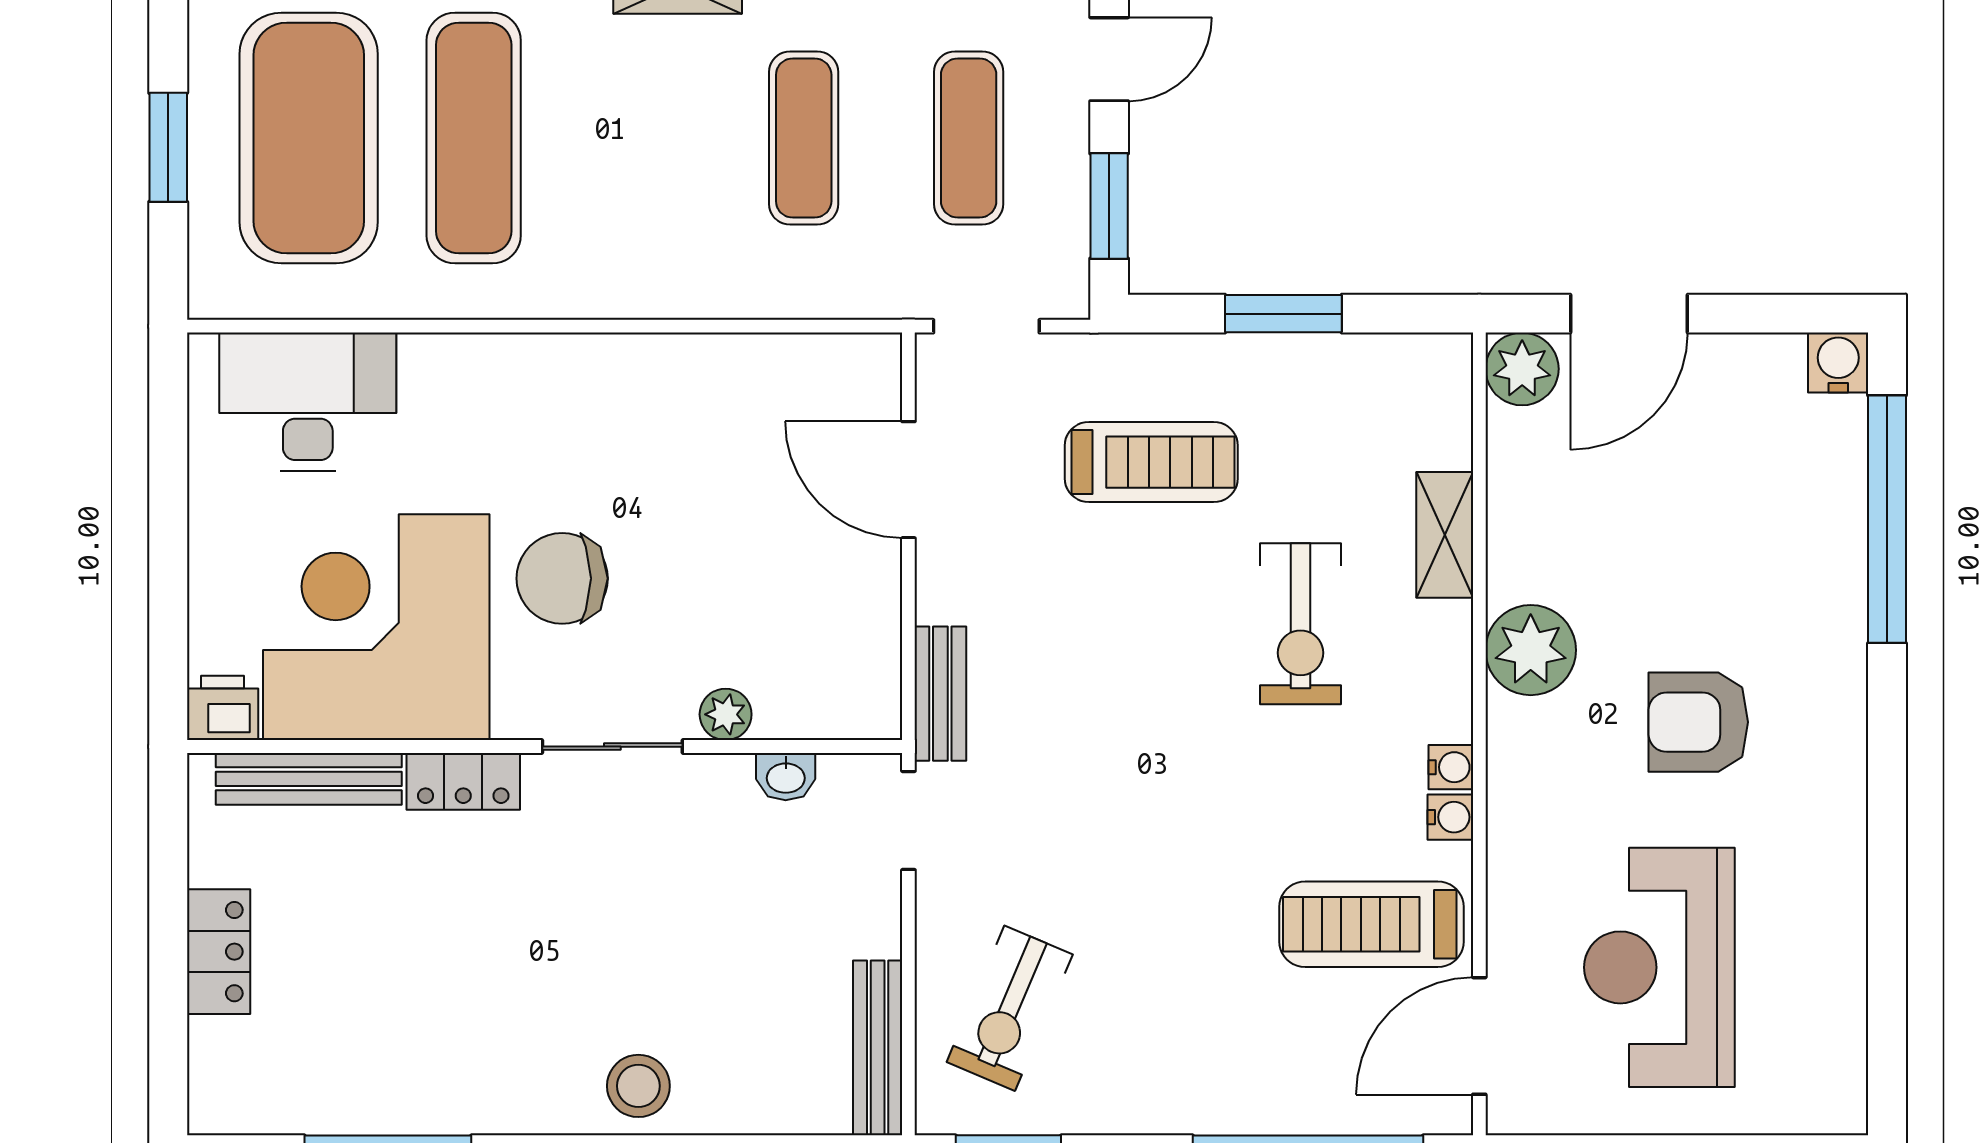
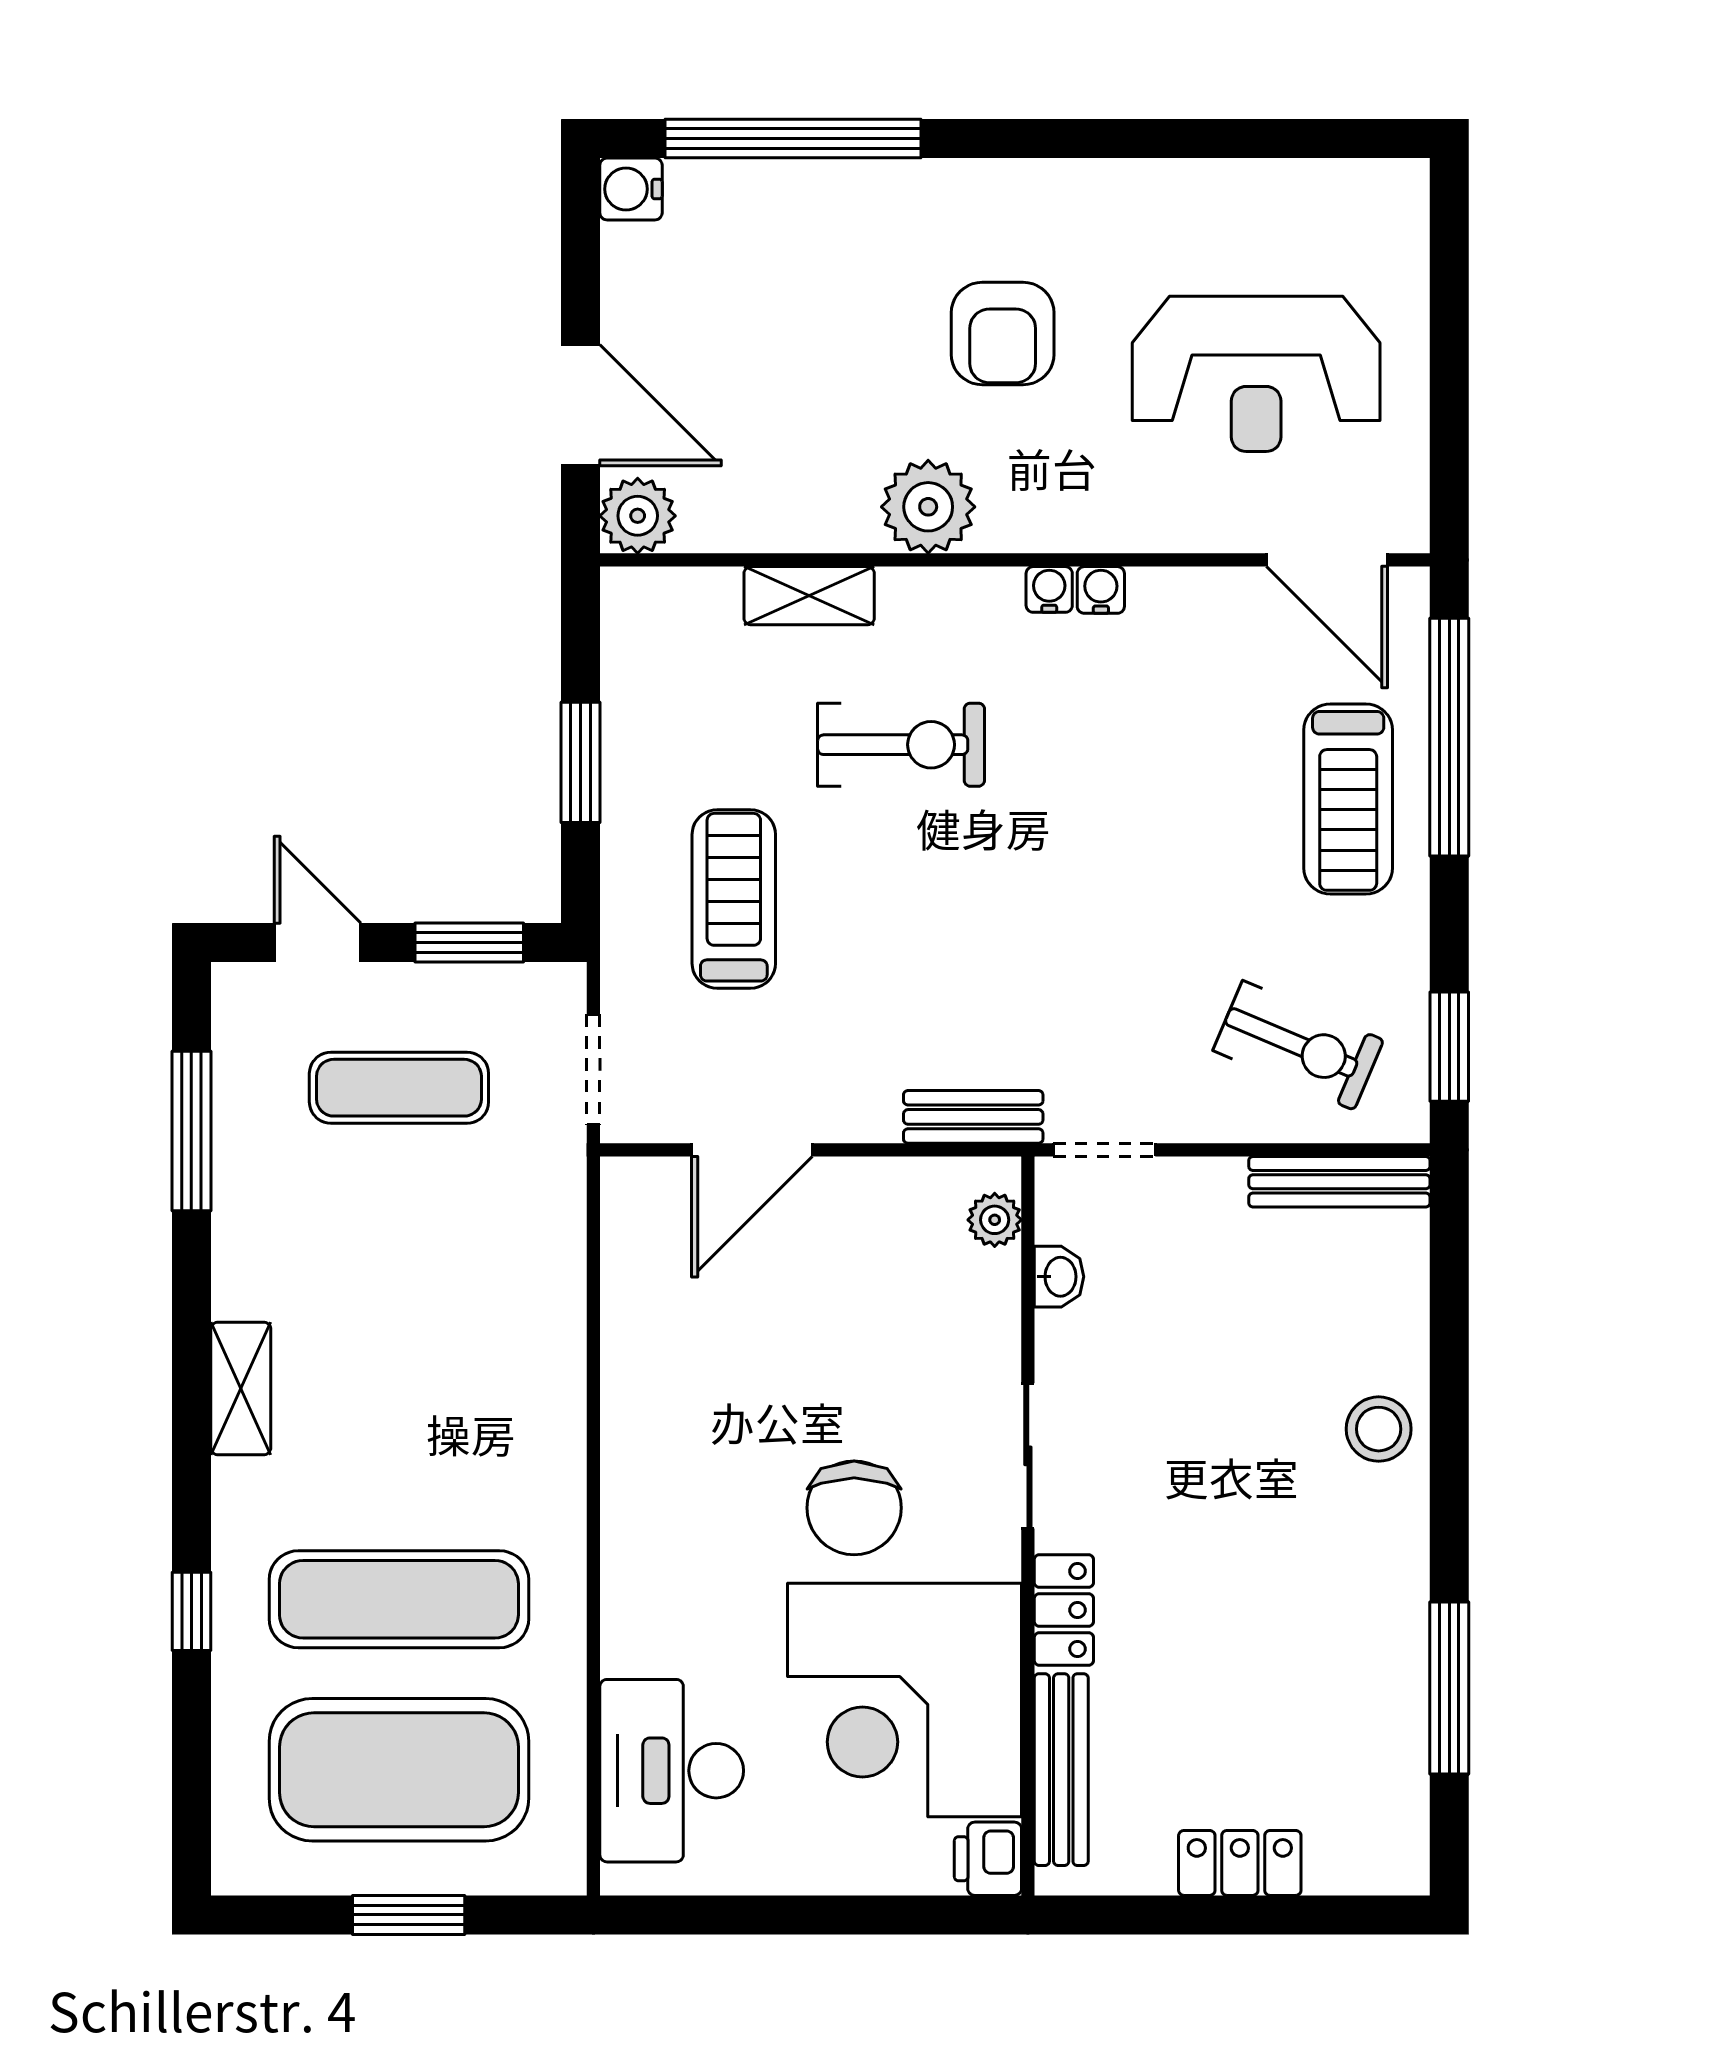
exercise mat: (804, 138) -> (399, 1258), removed
plant: (726, 714) -> (995, 1220), moved
treadmill: (1371, 924) -> (1348, 799), moved

